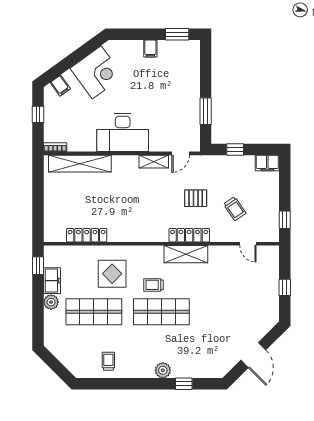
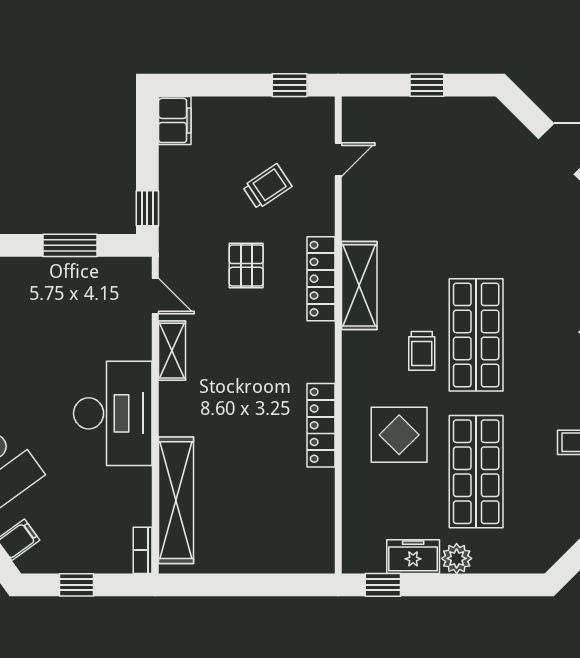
window: (235, 149) -> (147, 208), moved
locker: (87, 235) -> (321, 425), moved

